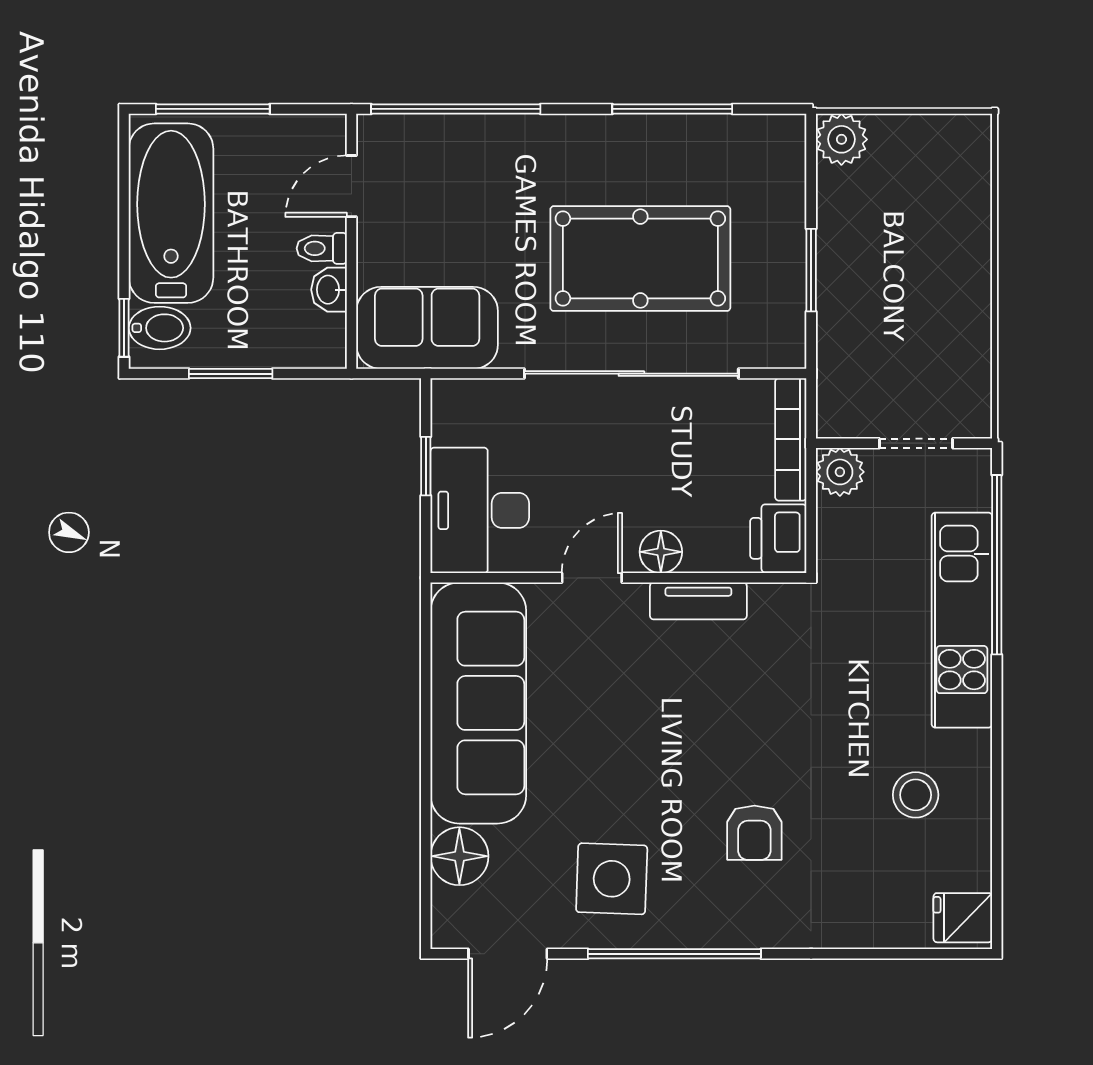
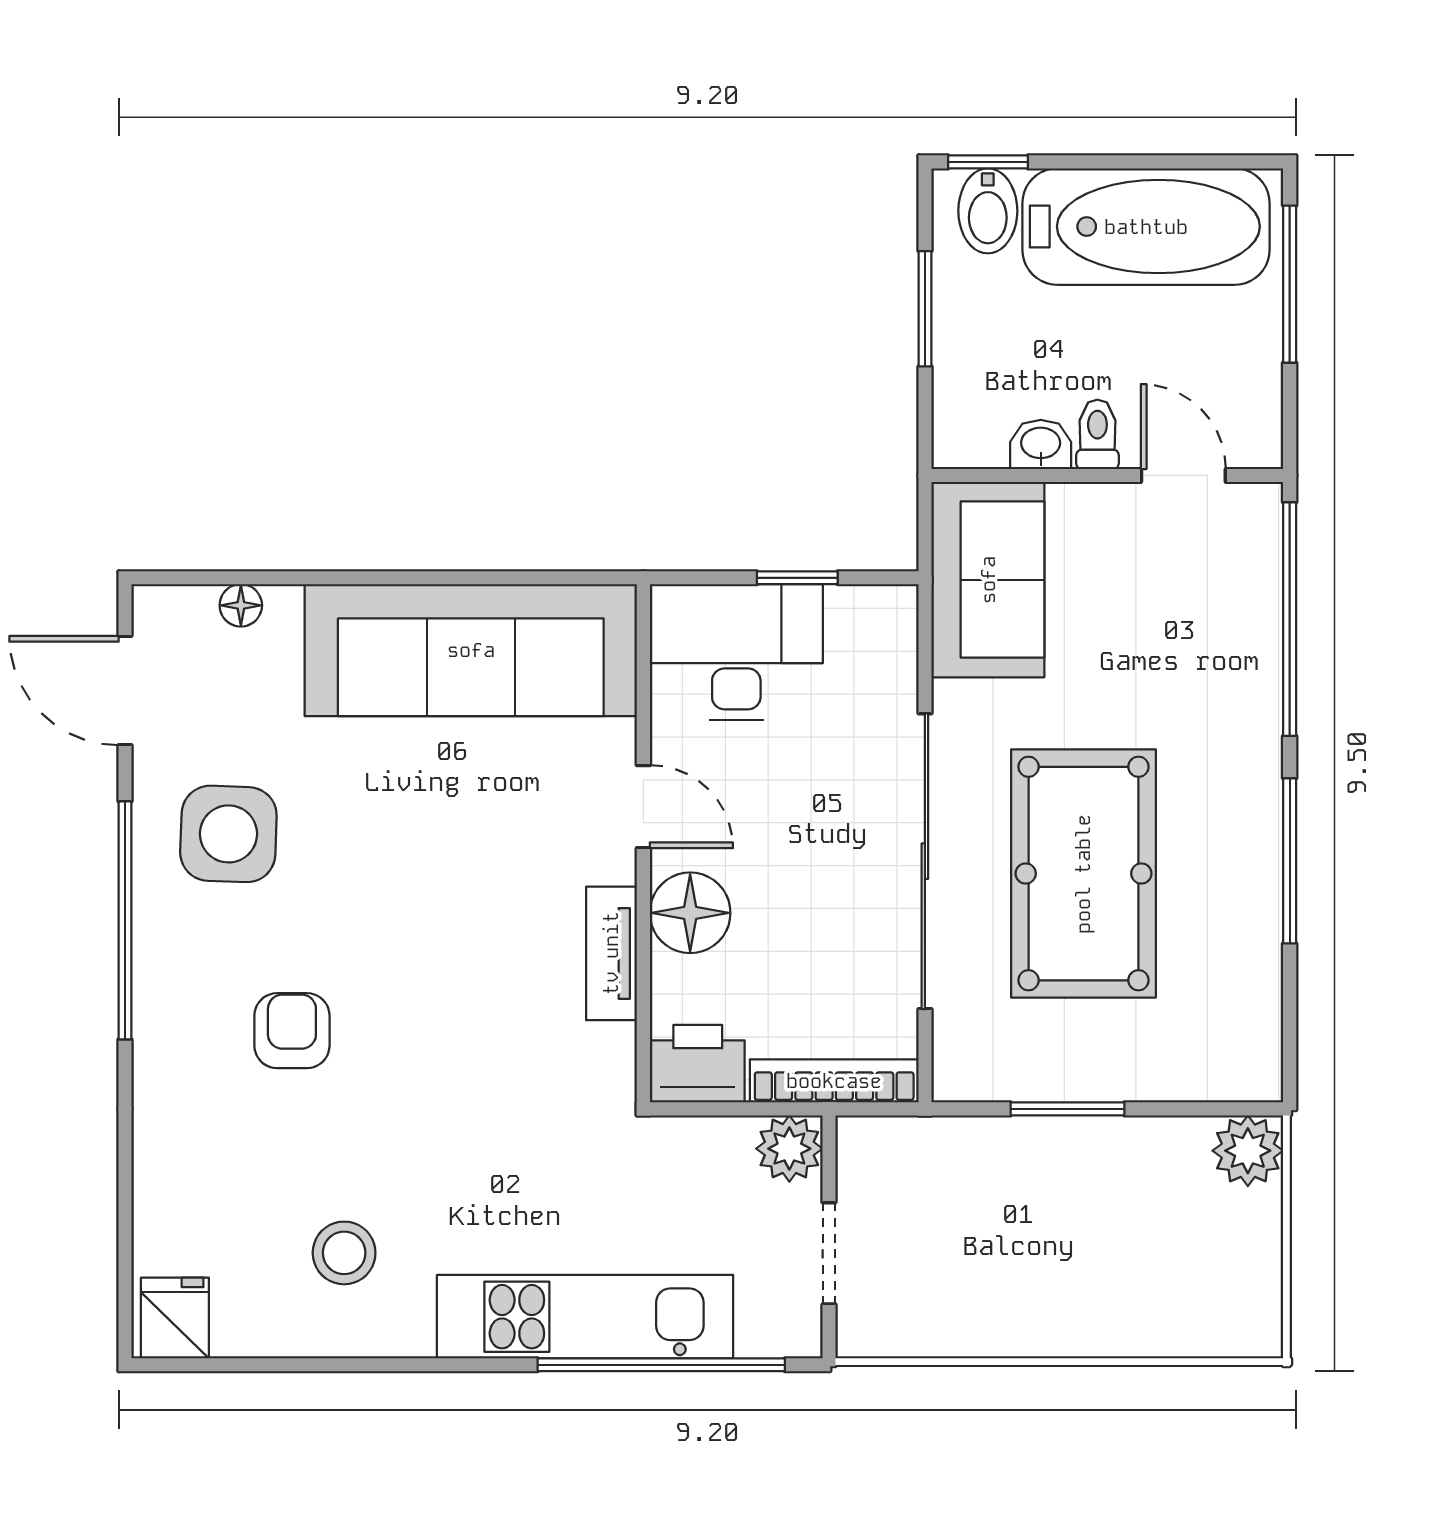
window: (672, 109) -> (1290, 861), moved
floor lamp: (661, 552) -> (690, 913), width x1.38, depth x1.38
armchair: (754, 833) -> (292, 1031), turned 90
floor lamp: (459, 856) -> (241, 605), width x0.53, depth x0.53

